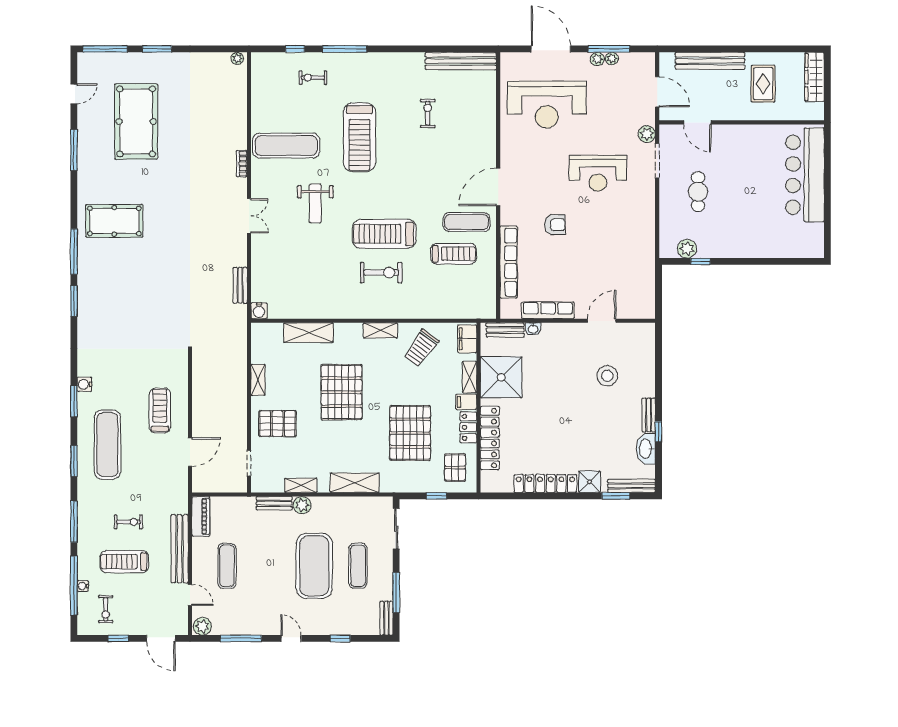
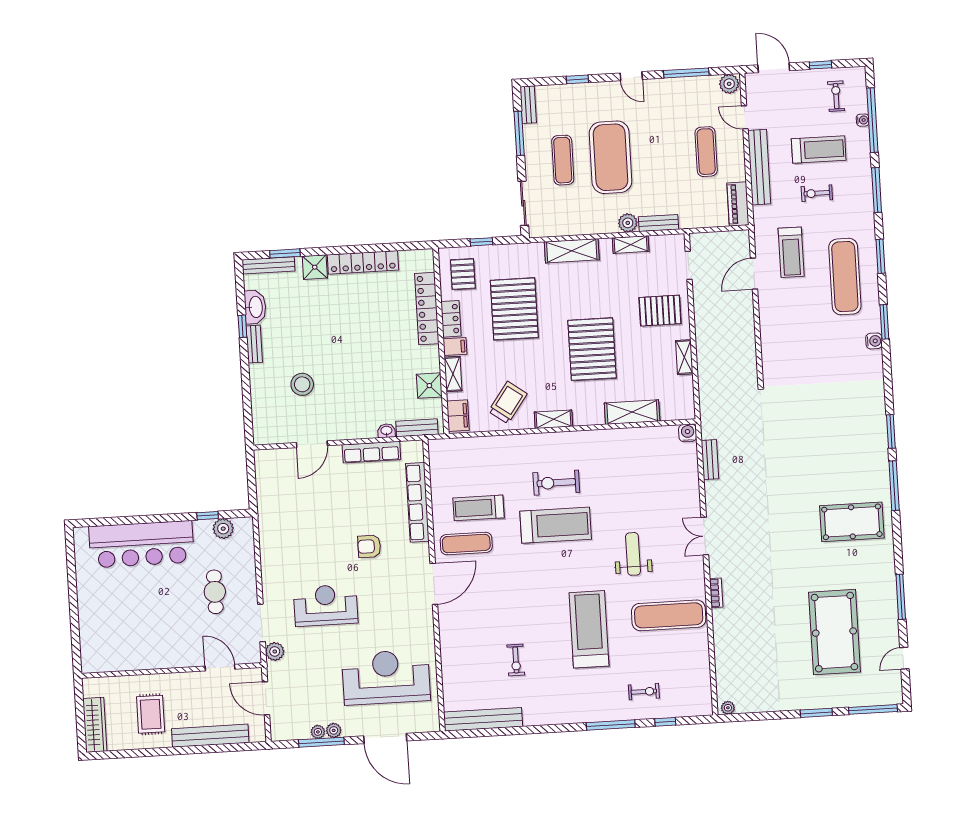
bar counter: (805, 175) -> (141, 544), moved, turned 90
shower: (501, 377) -> (429, 386), width x0.54, depth x0.54
treadmill: (160, 411) -> (791, 252), moved

